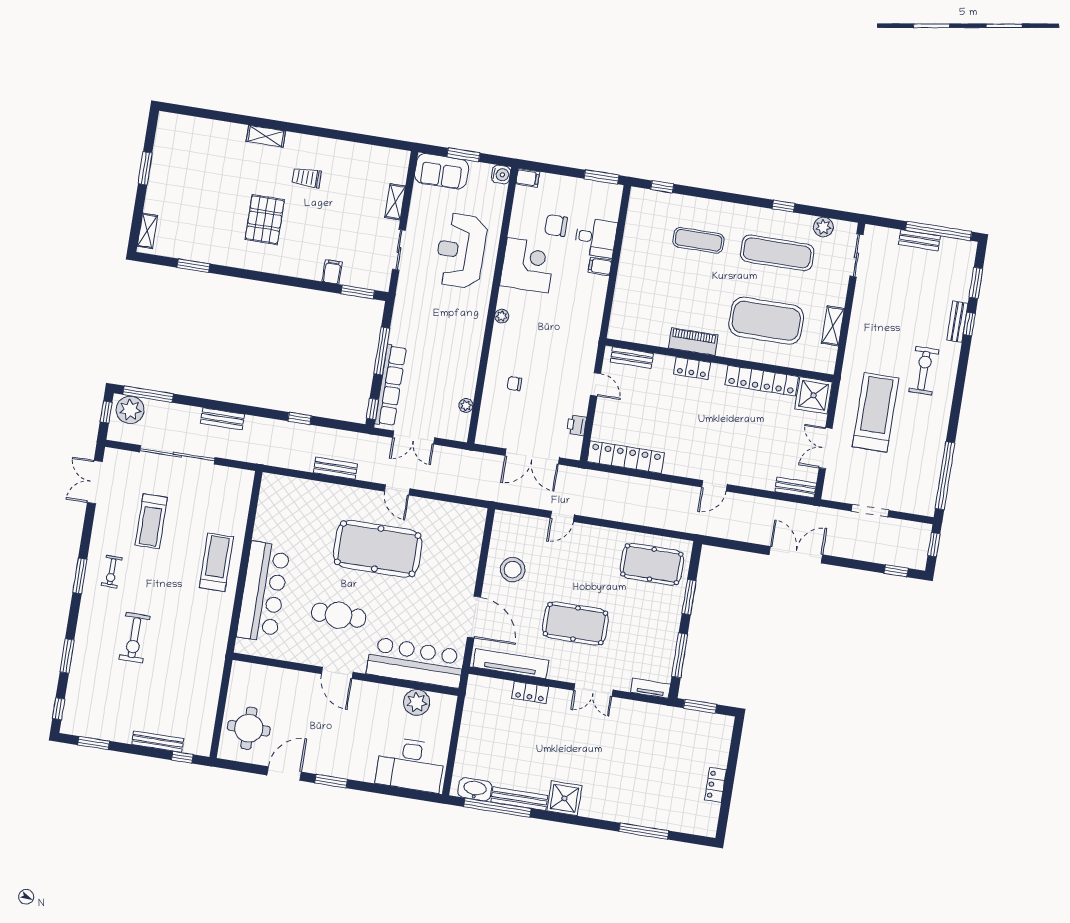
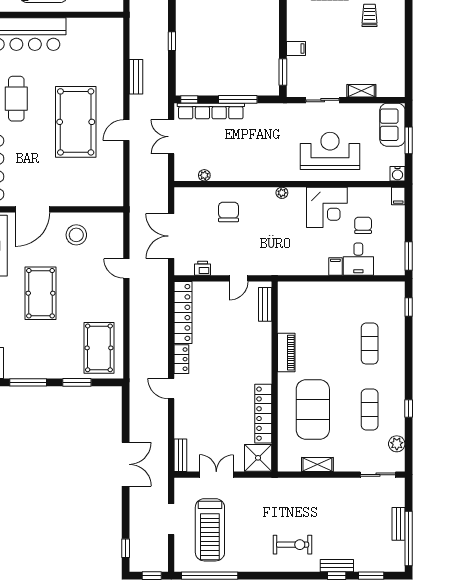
exercise mat: (777, 253) -> (370, 409), width x0.73, depth x0.69
locker: (692, 368) -> (181, 359), moved, turned 180
chair: (514, 384) -> (228, 212), width x1.87, depth x1.87
treadmill: (876, 412) -> (210, 530), moved, turned 90

